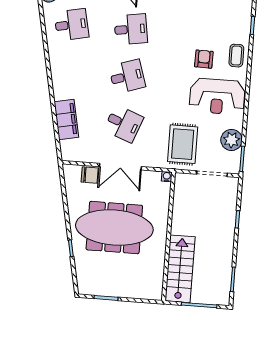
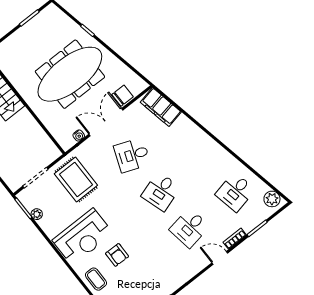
reception desk: (217, 96) -> (83, 237), turned 180
filing cabinet: (66, 120) -> (161, 107), moved
plant: (232, 140) -> (37, 214), width x0.53, depth x0.53
chair: (90, 175) -> (123, 96), turned 180
water cooler: (167, 177) -> (79, 136), moved

